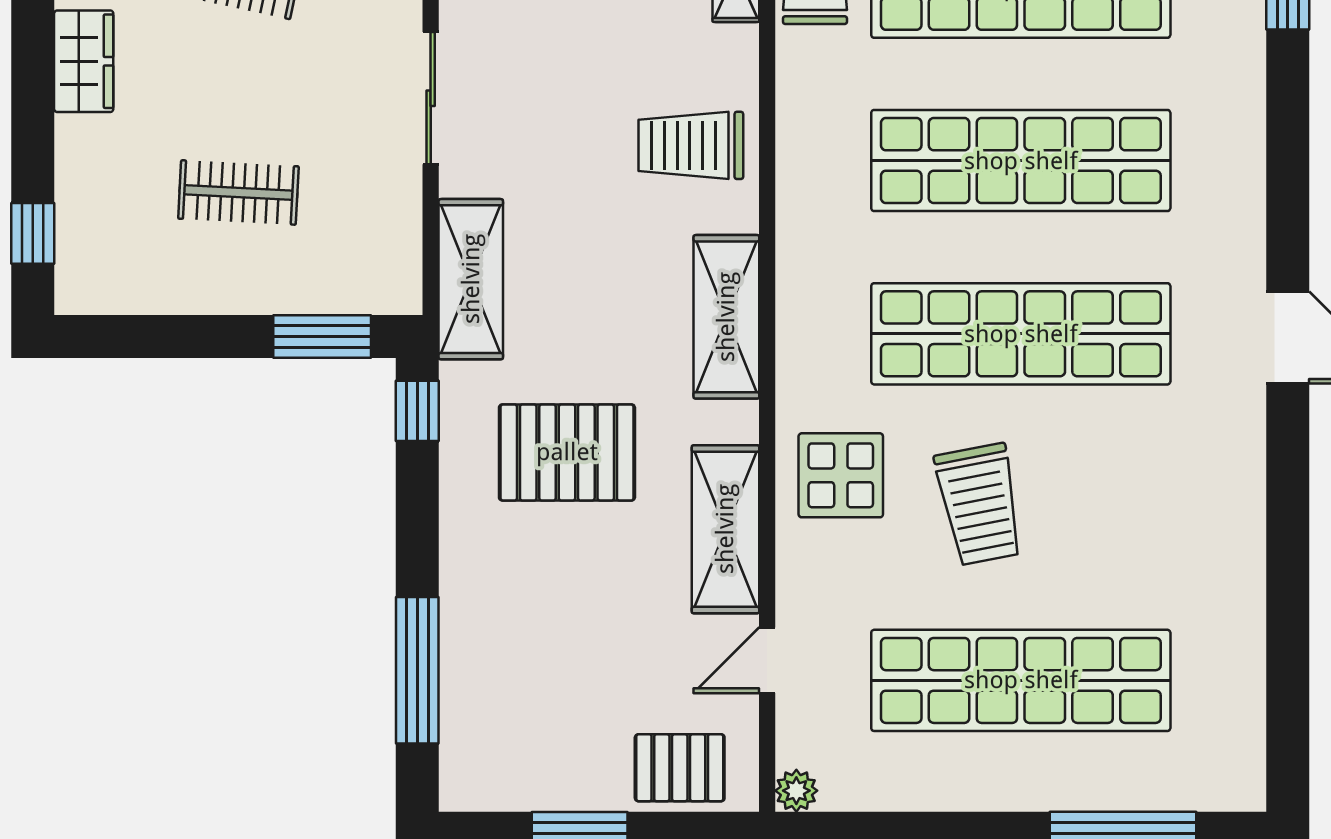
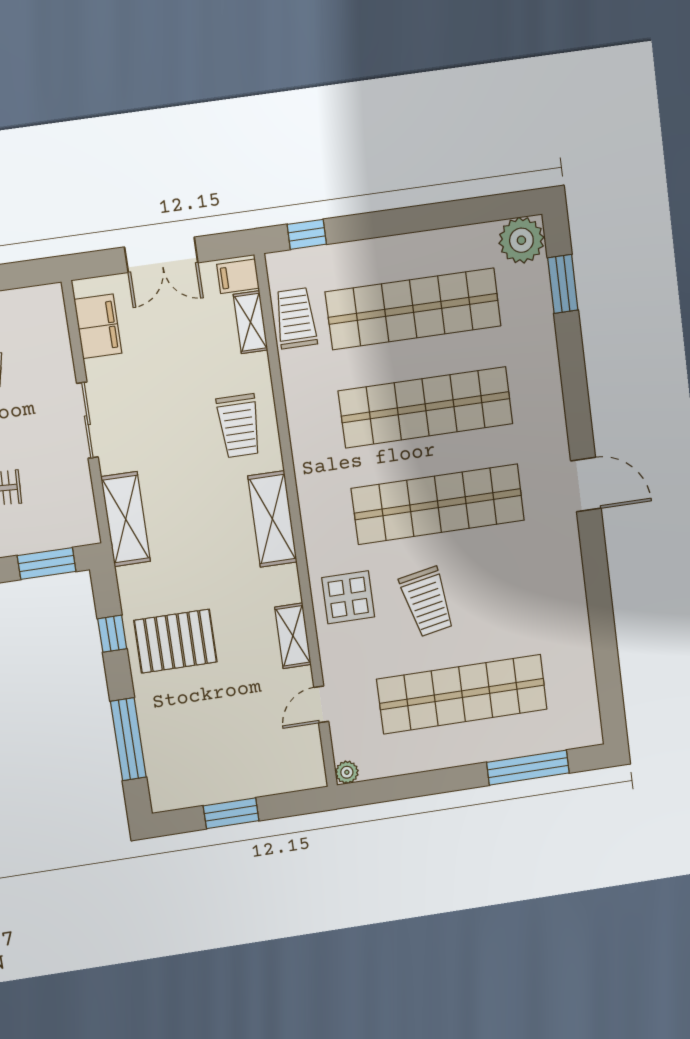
trolley: (691, 145) -> (239, 426), turned -90
window: (417, 411) -> (112, 634), moved
pallet: (567, 452) -> (175, 641), moved
shelving: (725, 529) -> (293, 636), width x0.67, depth x0.75
pallet: (680, 768) -> (281, 770), removed

